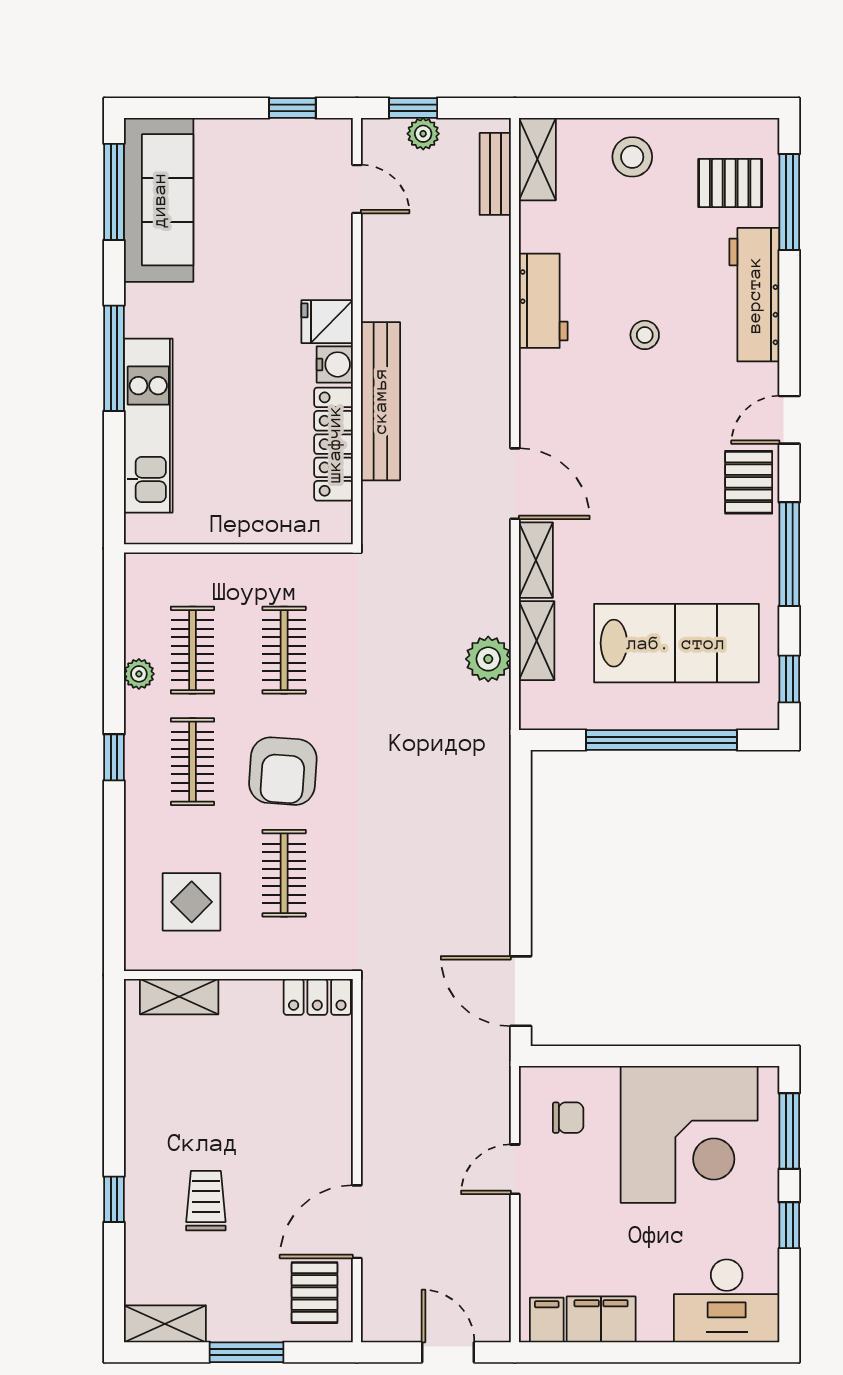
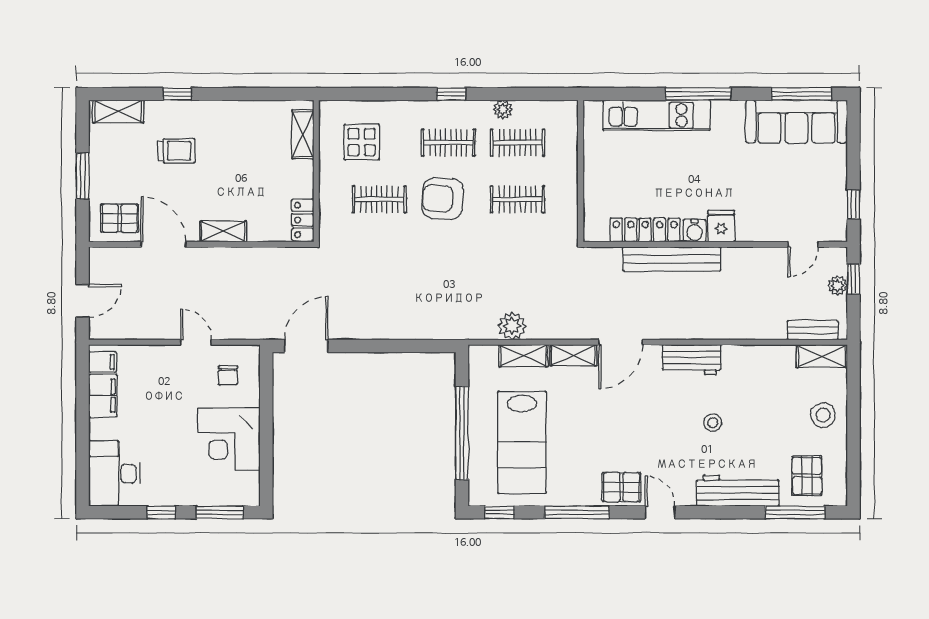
workbench: (543, 301) -> (692, 360), moved
shelving: (336, 1125) -> (223, 231), added
corner desk: (689, 1134) -> (229, 439), width x0.74, depth x0.74
shelving: (165, 1324) -> (118, 111), moved, turned 90

